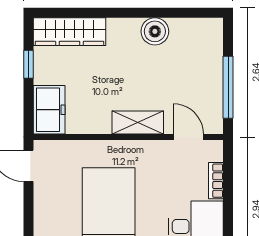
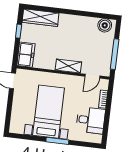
boiler: (155, 31) -> (105, 25), moved
door: (188, 137) -> (92, 76), swing flipped

